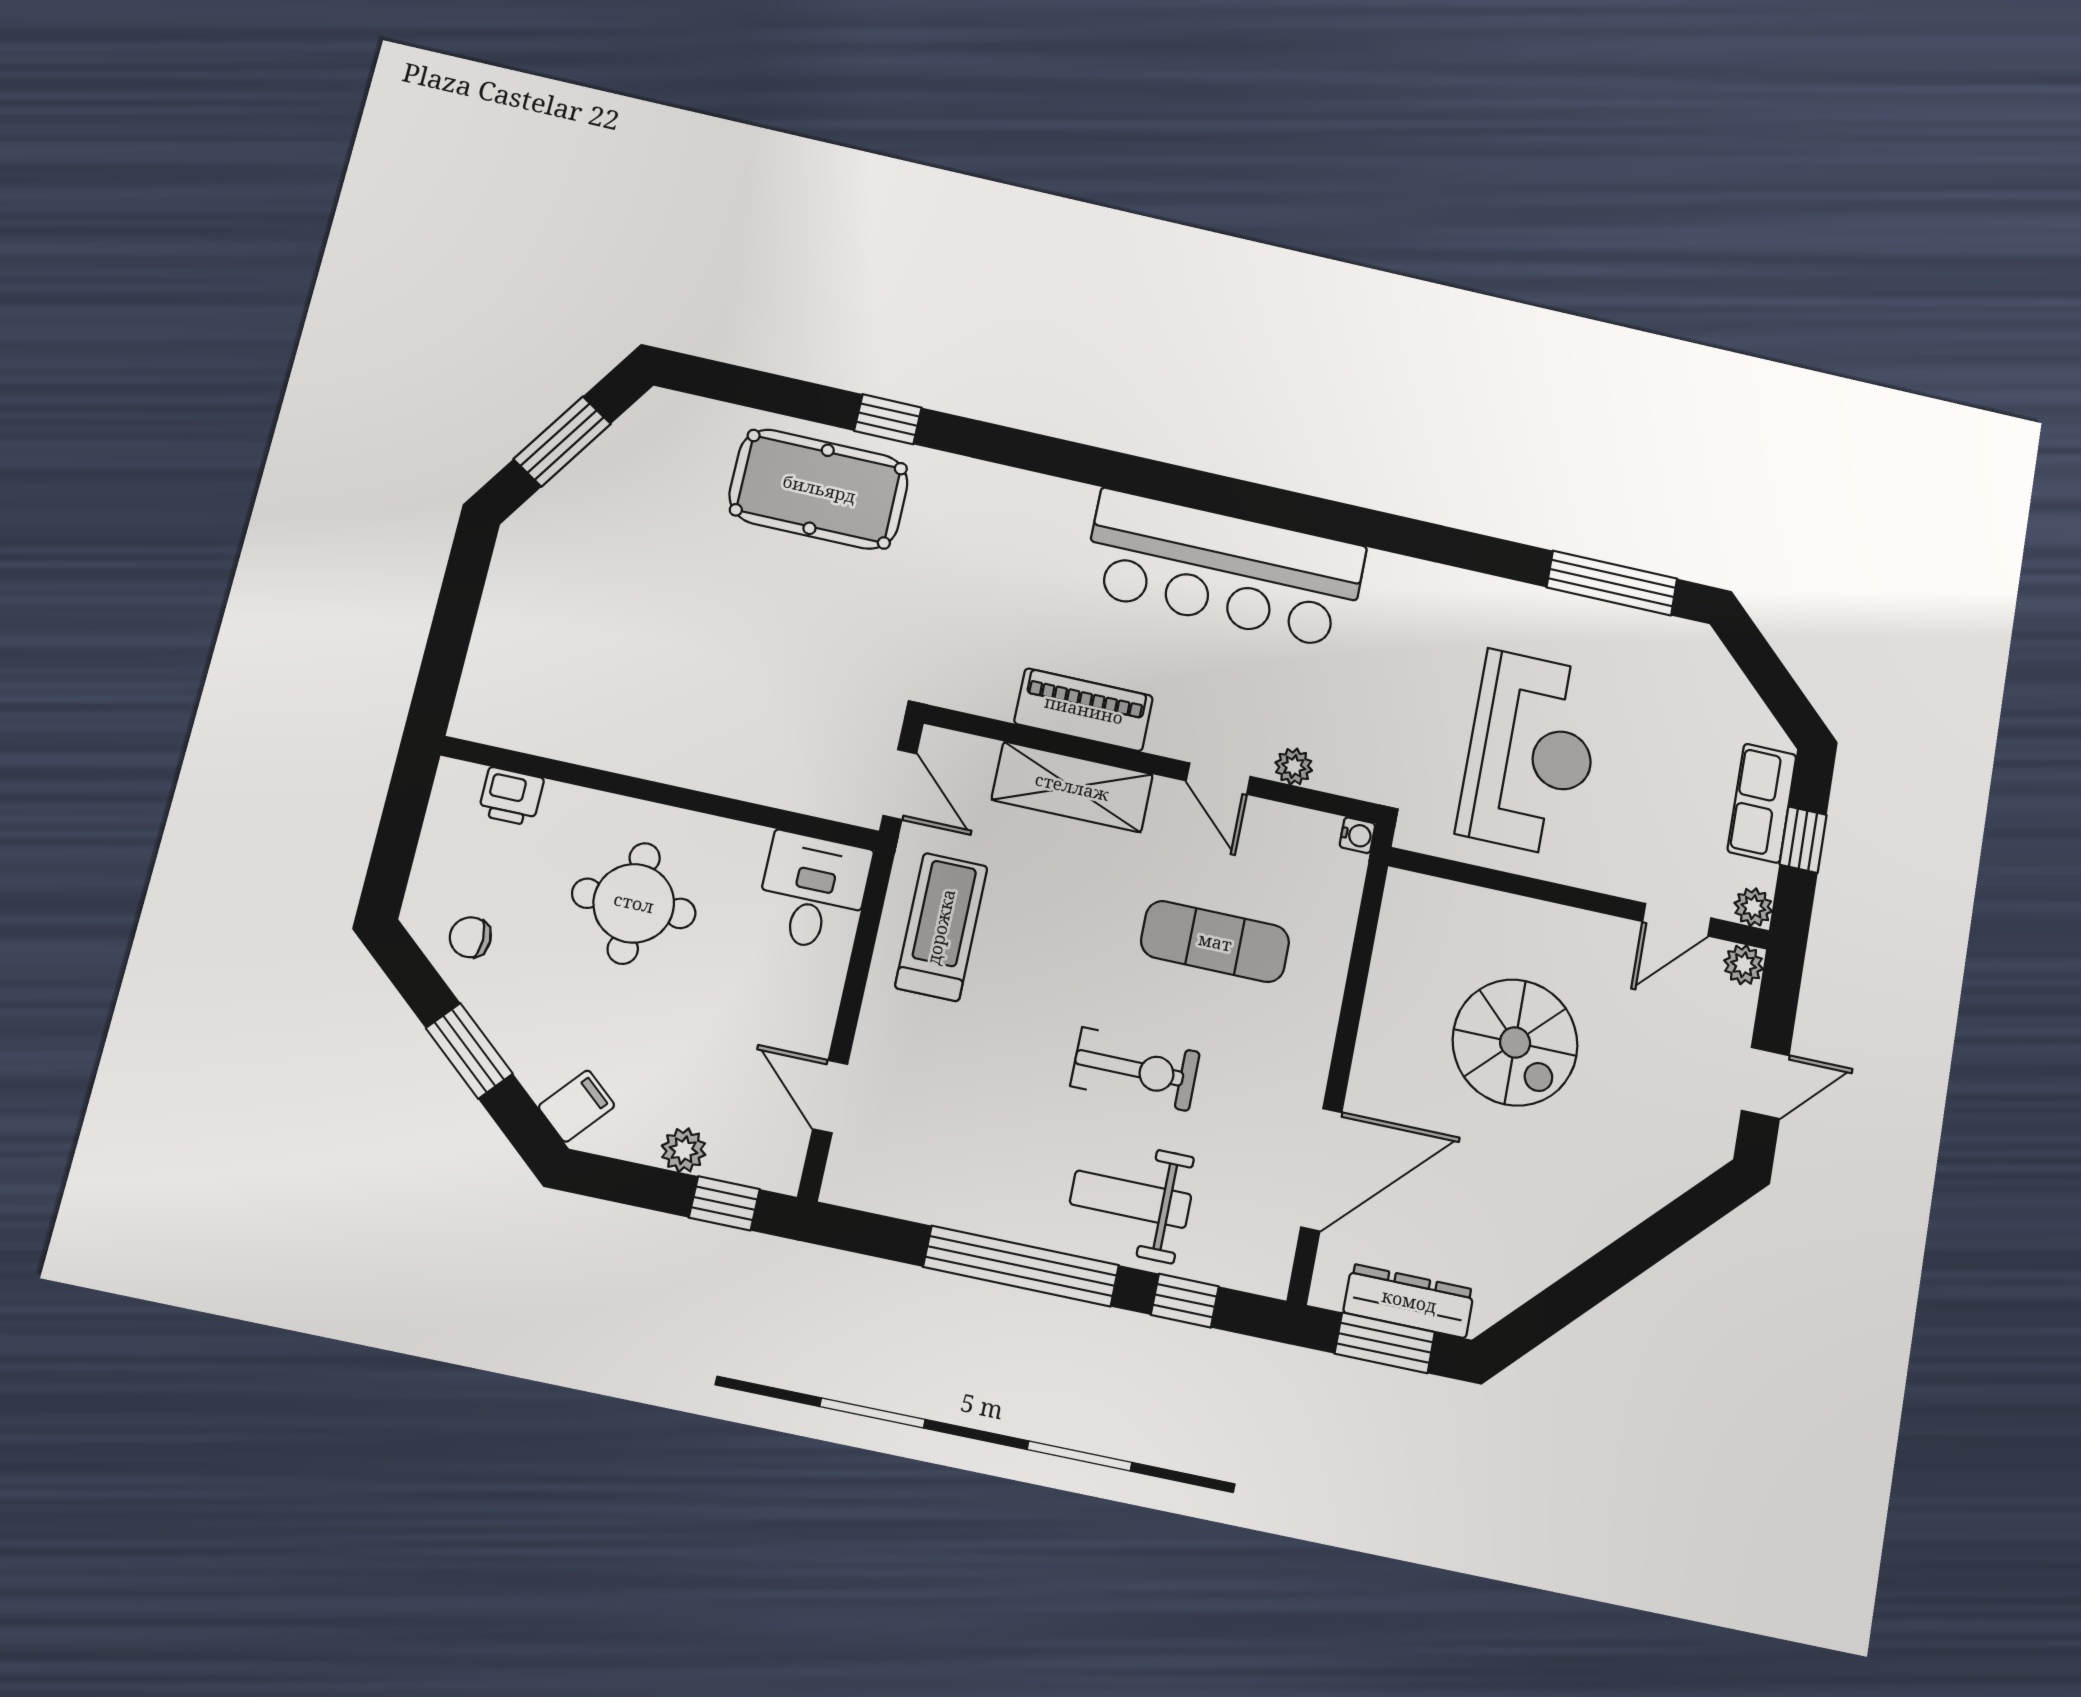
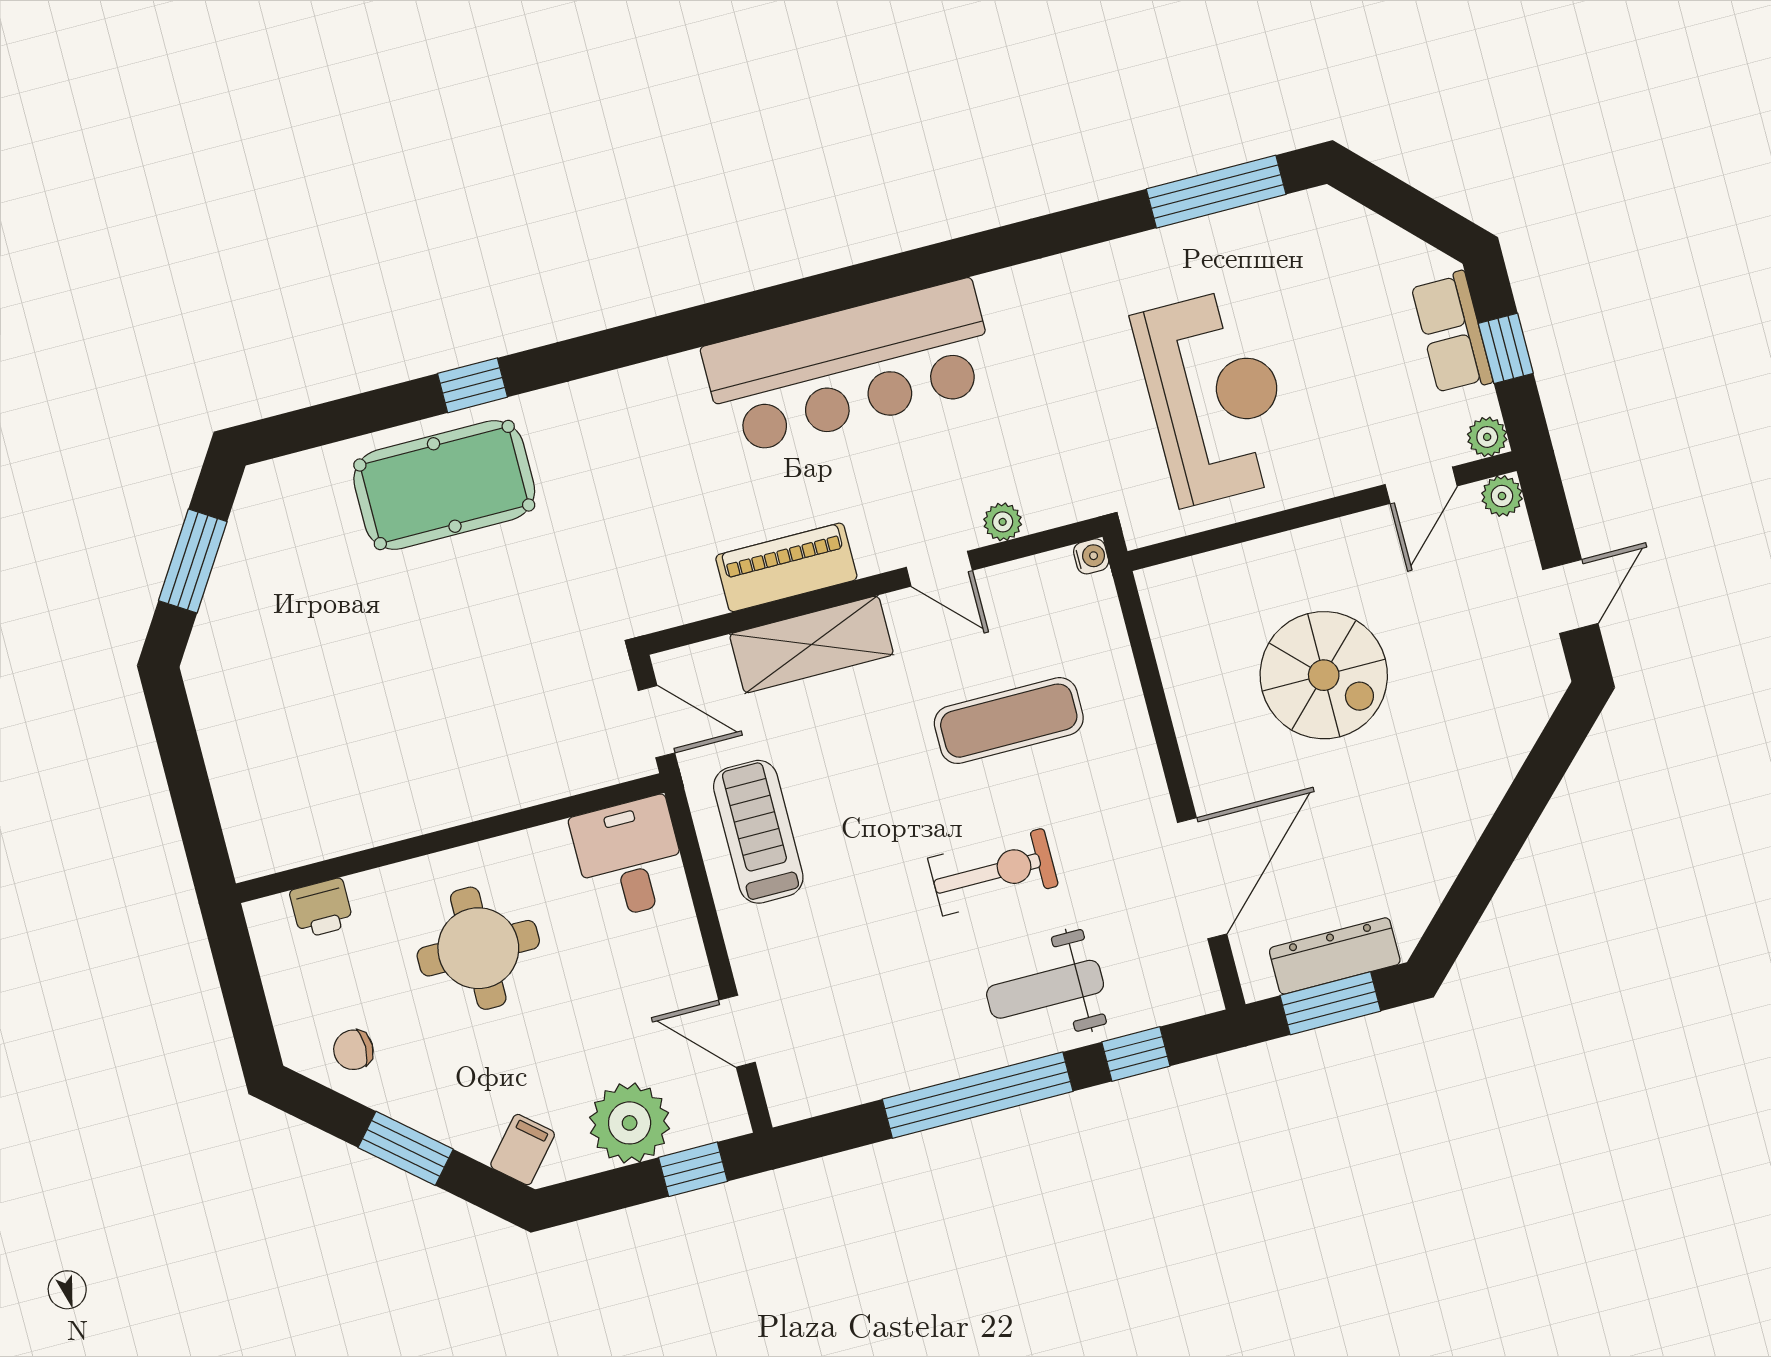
plant: (684, 1150) -> (630, 1123), width x1.87, depth x1.87

